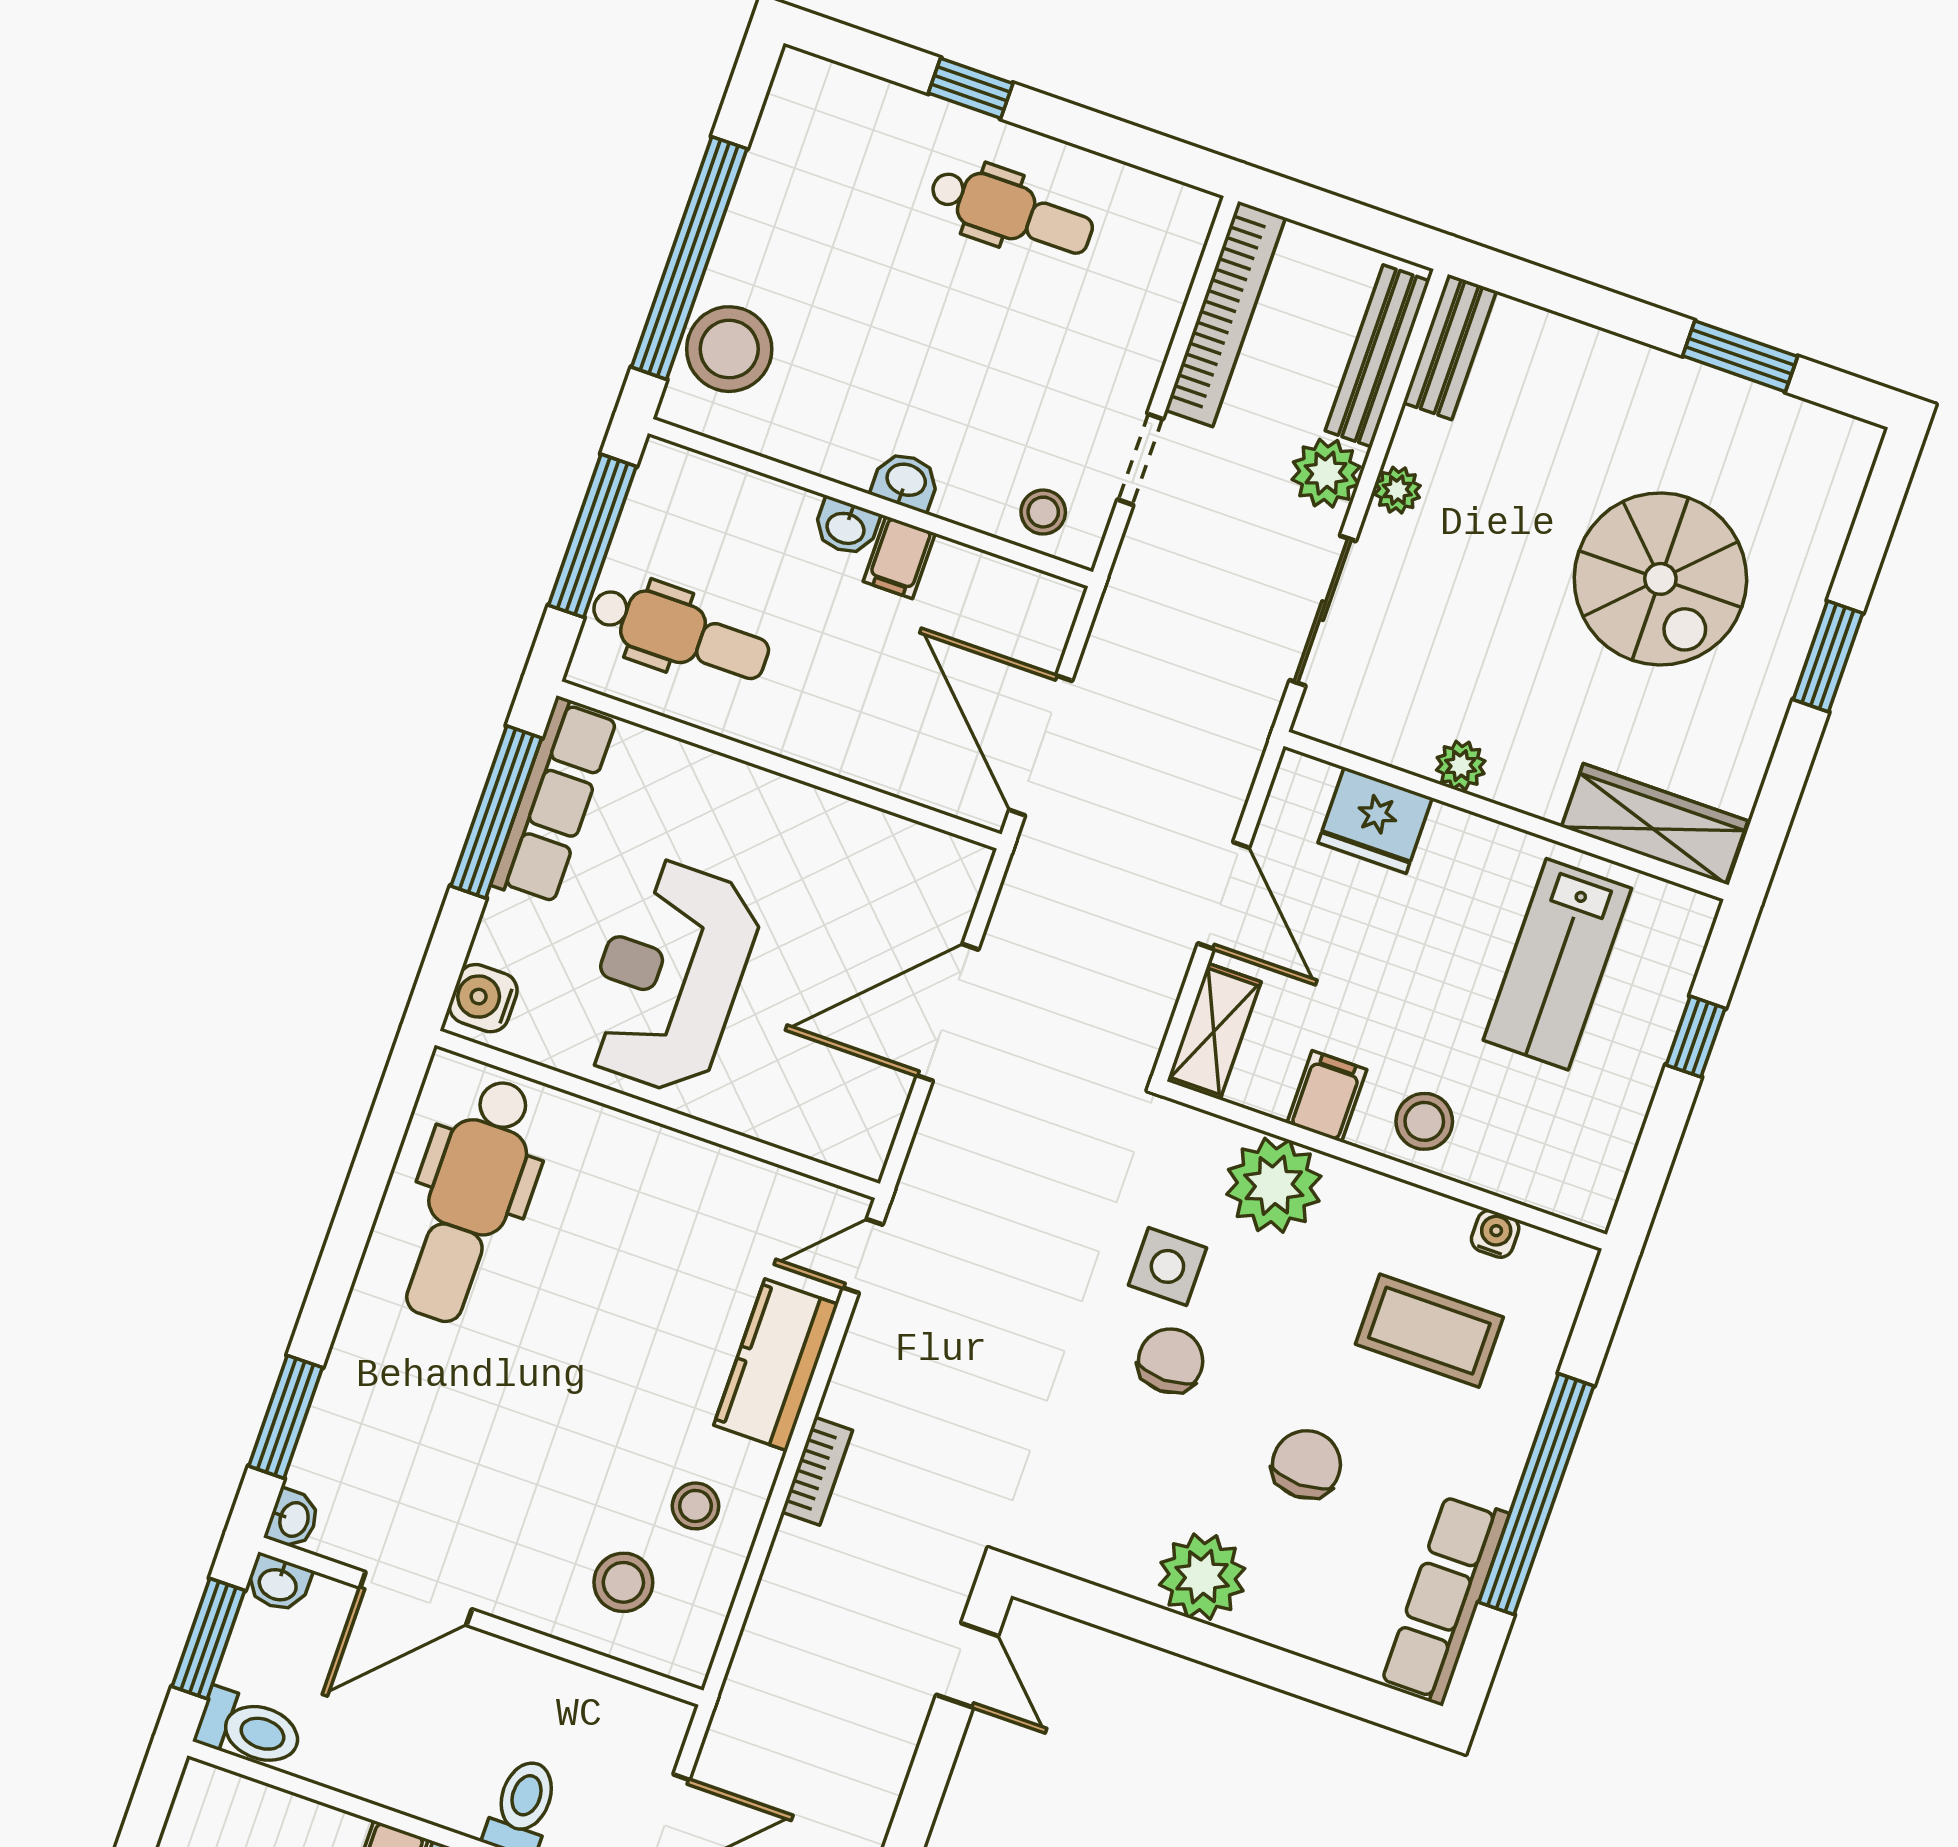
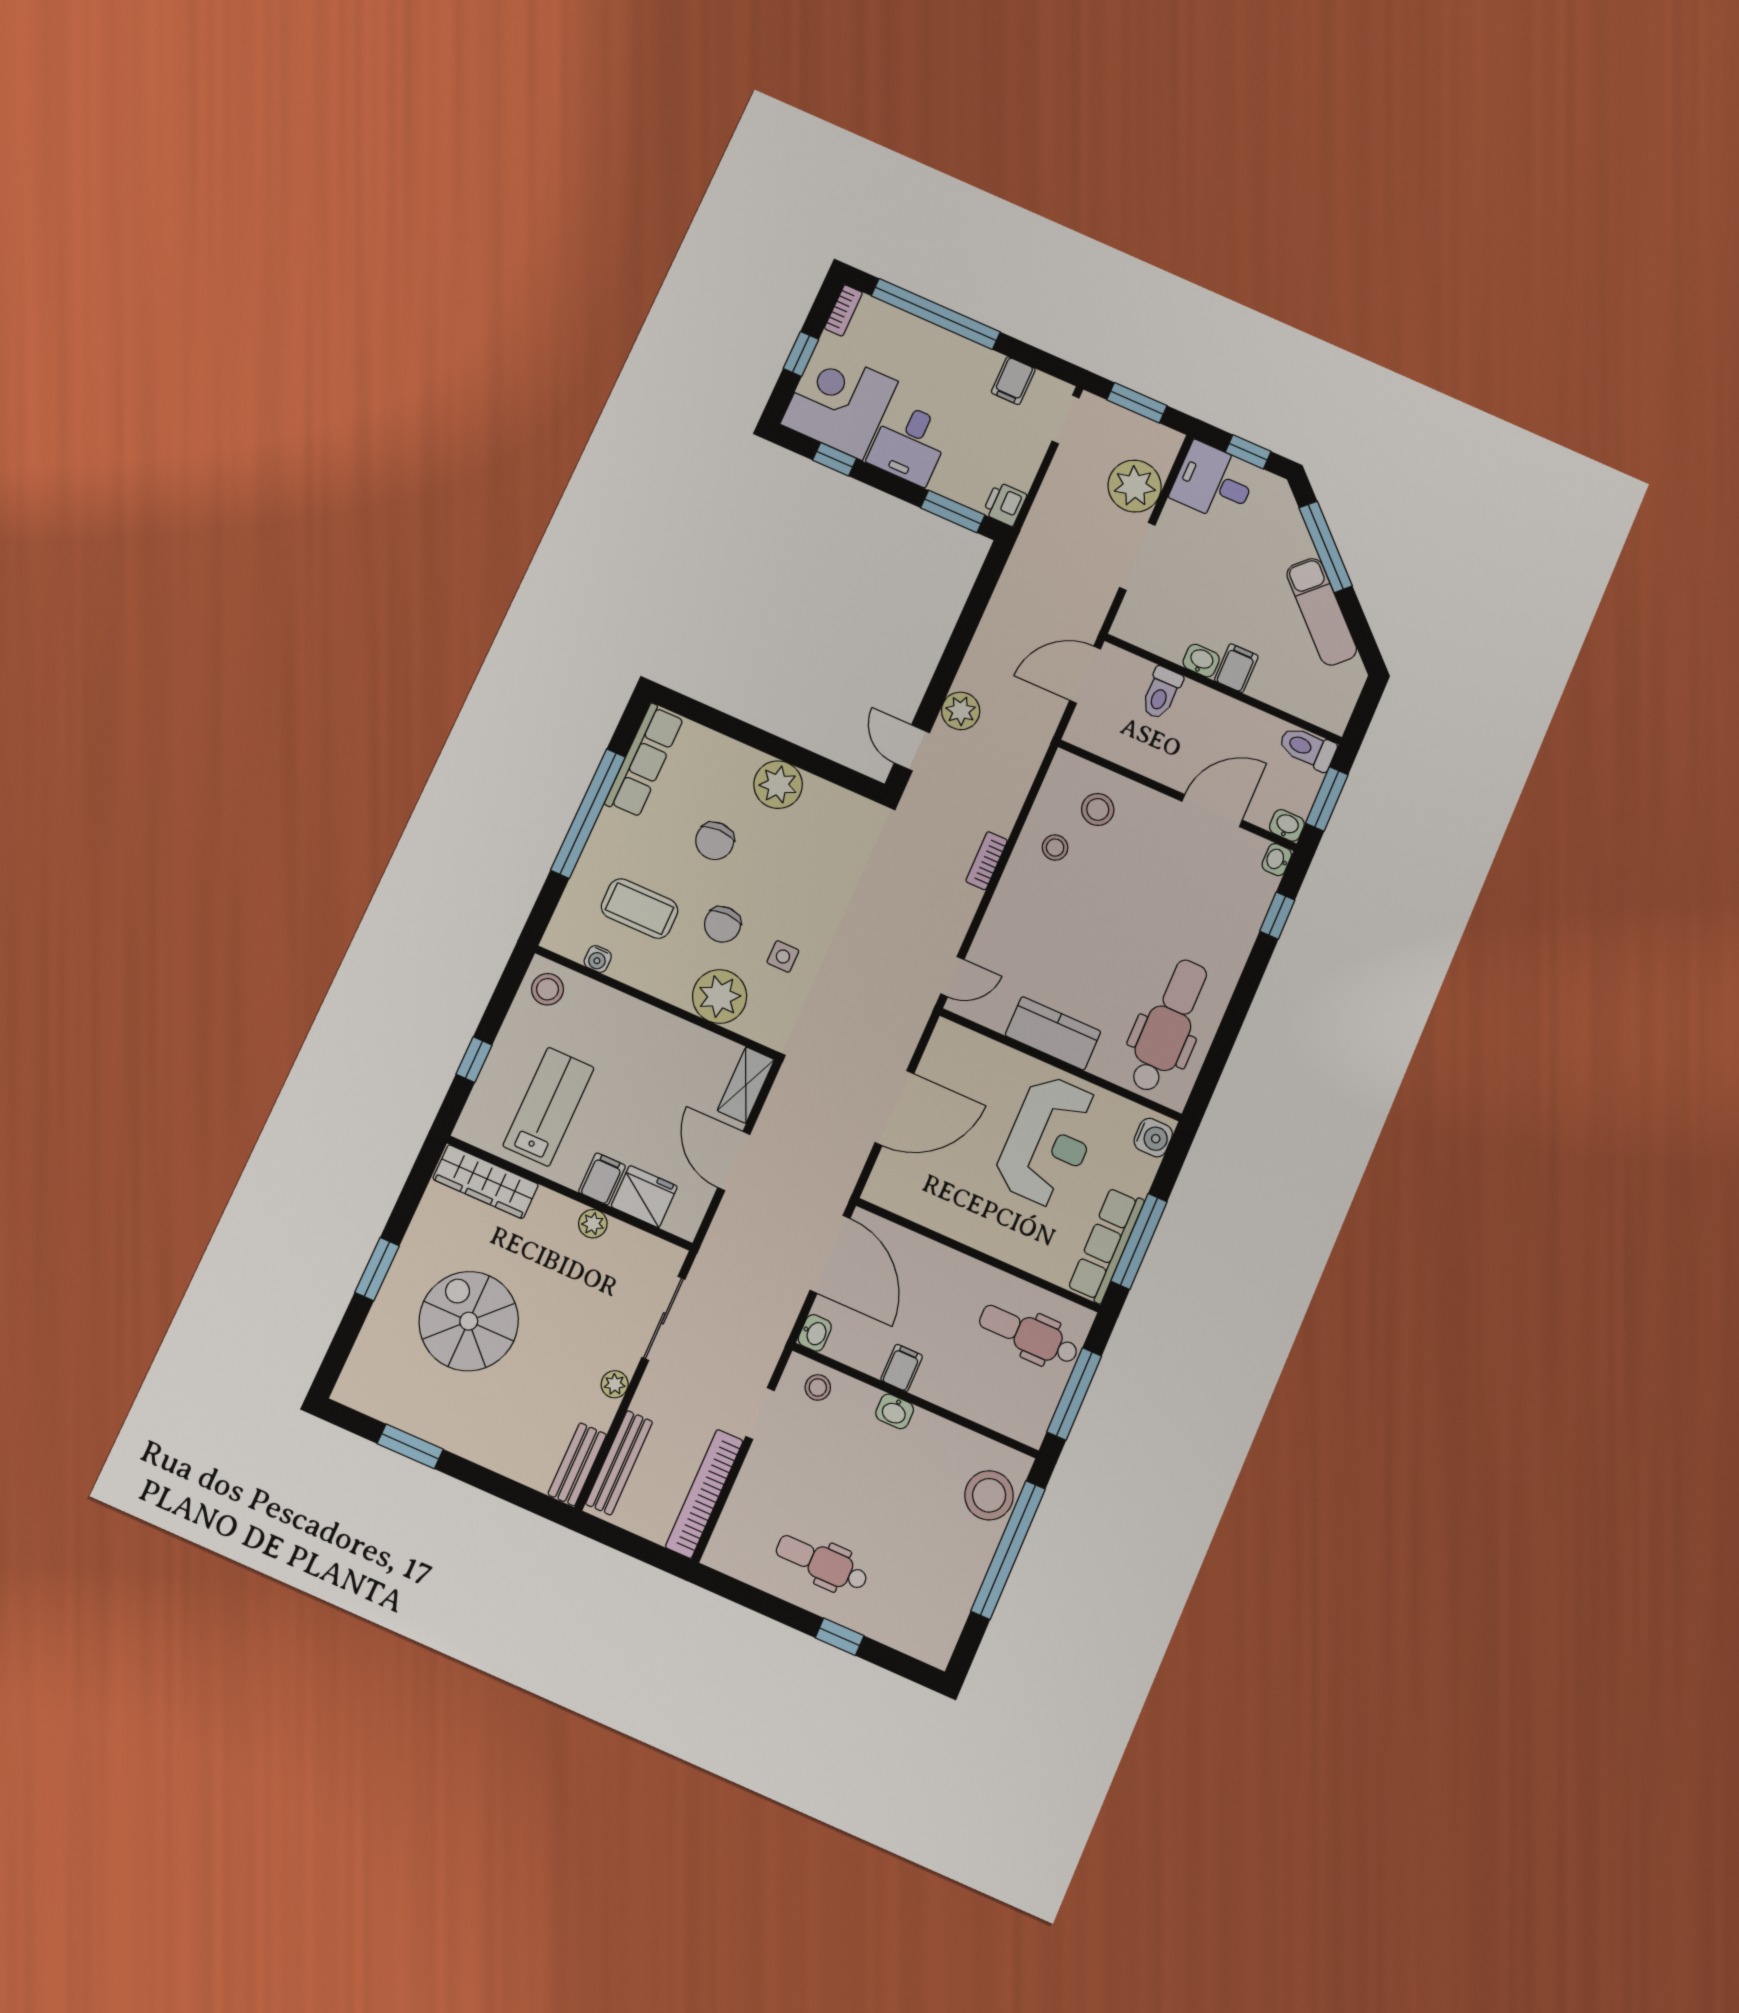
plant: (1326, 473) -> (961, 711), moved
washbasin: (846, 527) -> (815, 1333), moved, turned 90
filing cabinet: (1327, 1096) -> (602, 1179), moved, turned 180
stool: (1424, 1121) -> (547, 989), moved
side table: (1167, 1266) -> (783, 956), width x0.73, depth x0.73
chair: (1171, 1361) -> (722, 924), moved
kitchen counter: (776, 1365) -> (1053, 1033), moved, turned -90
window: (286, 1417) -> (1277, 916), width x0.67

